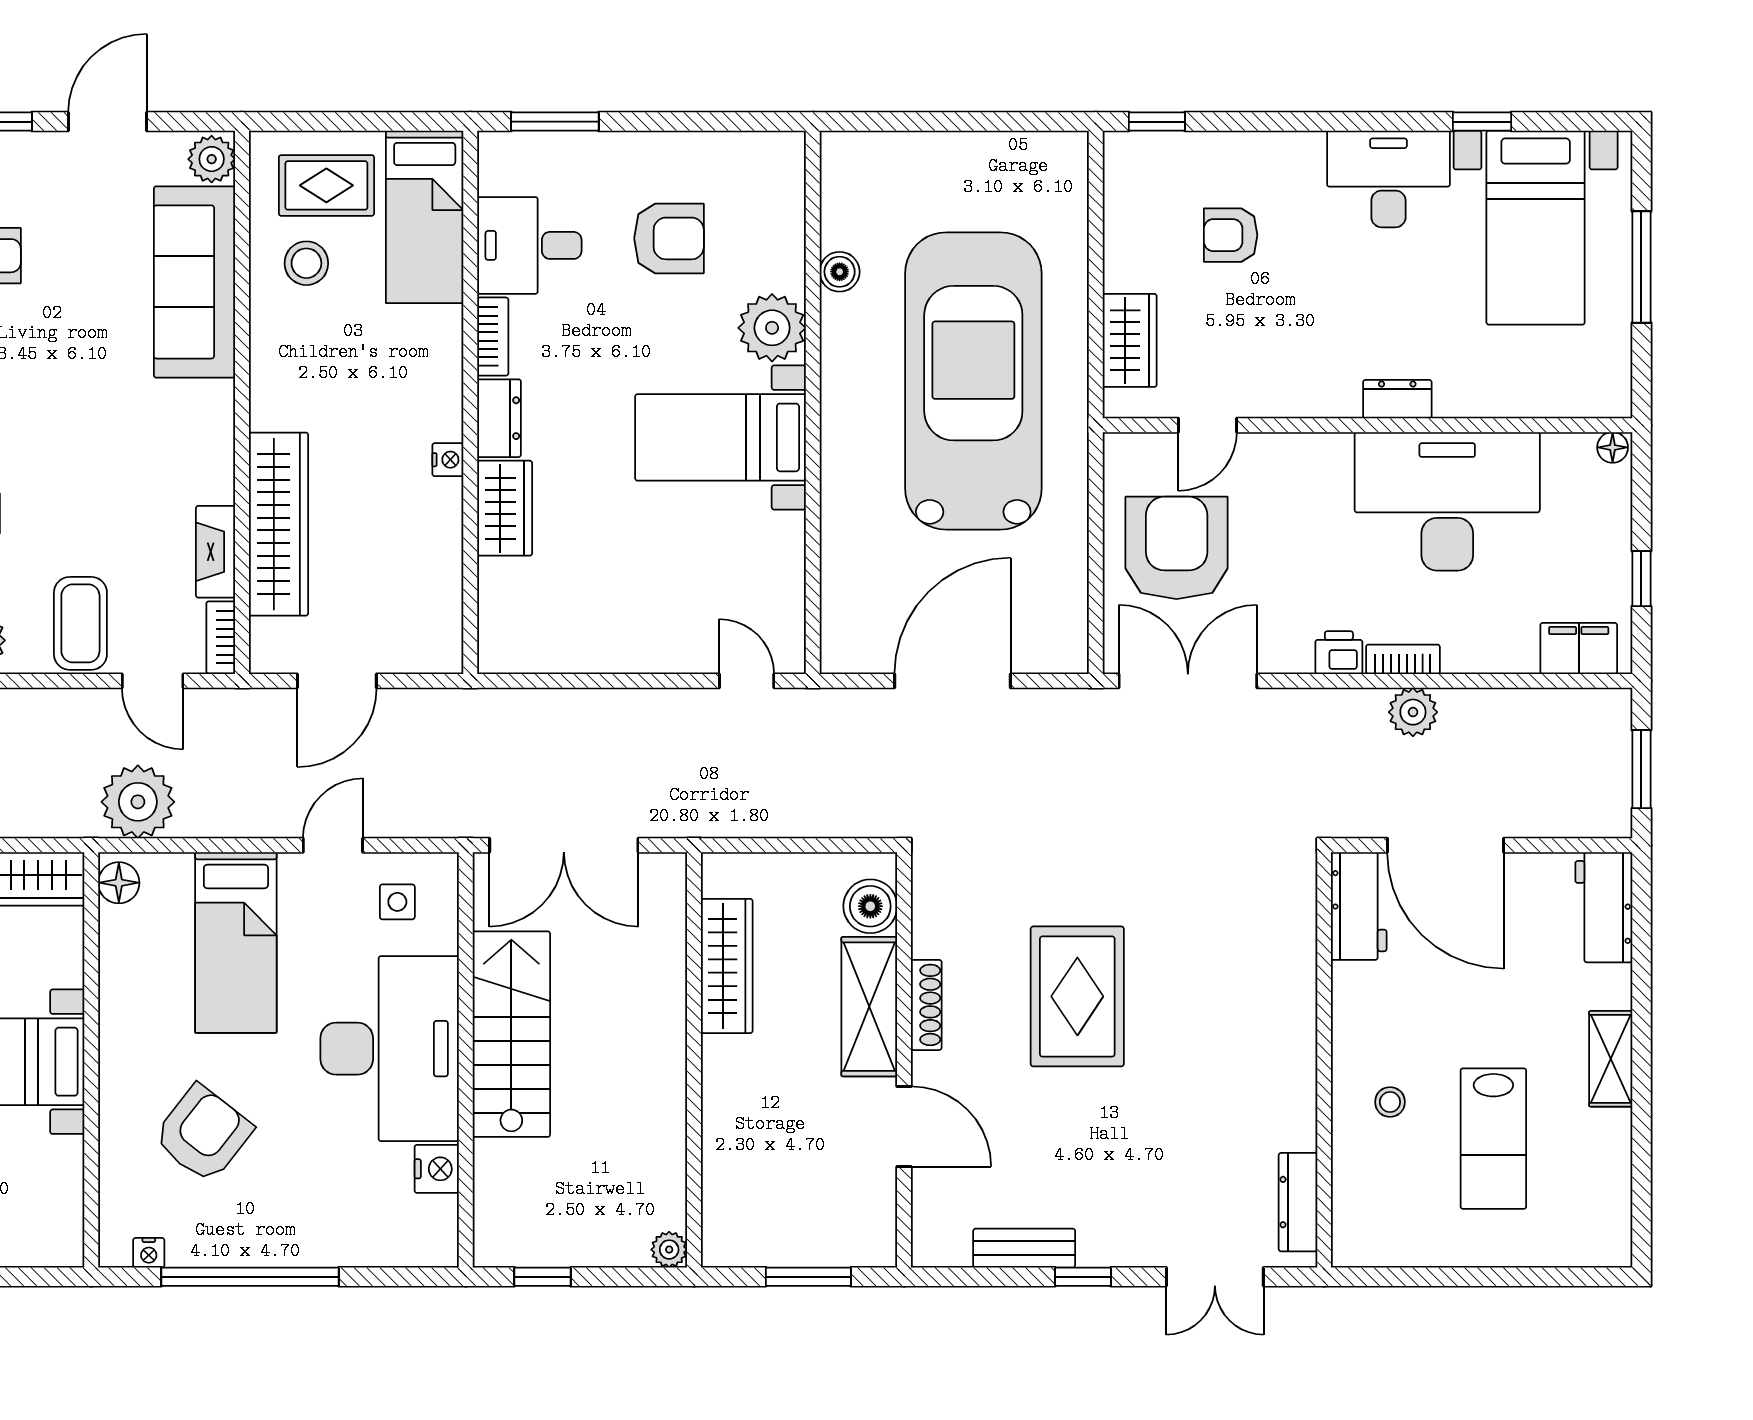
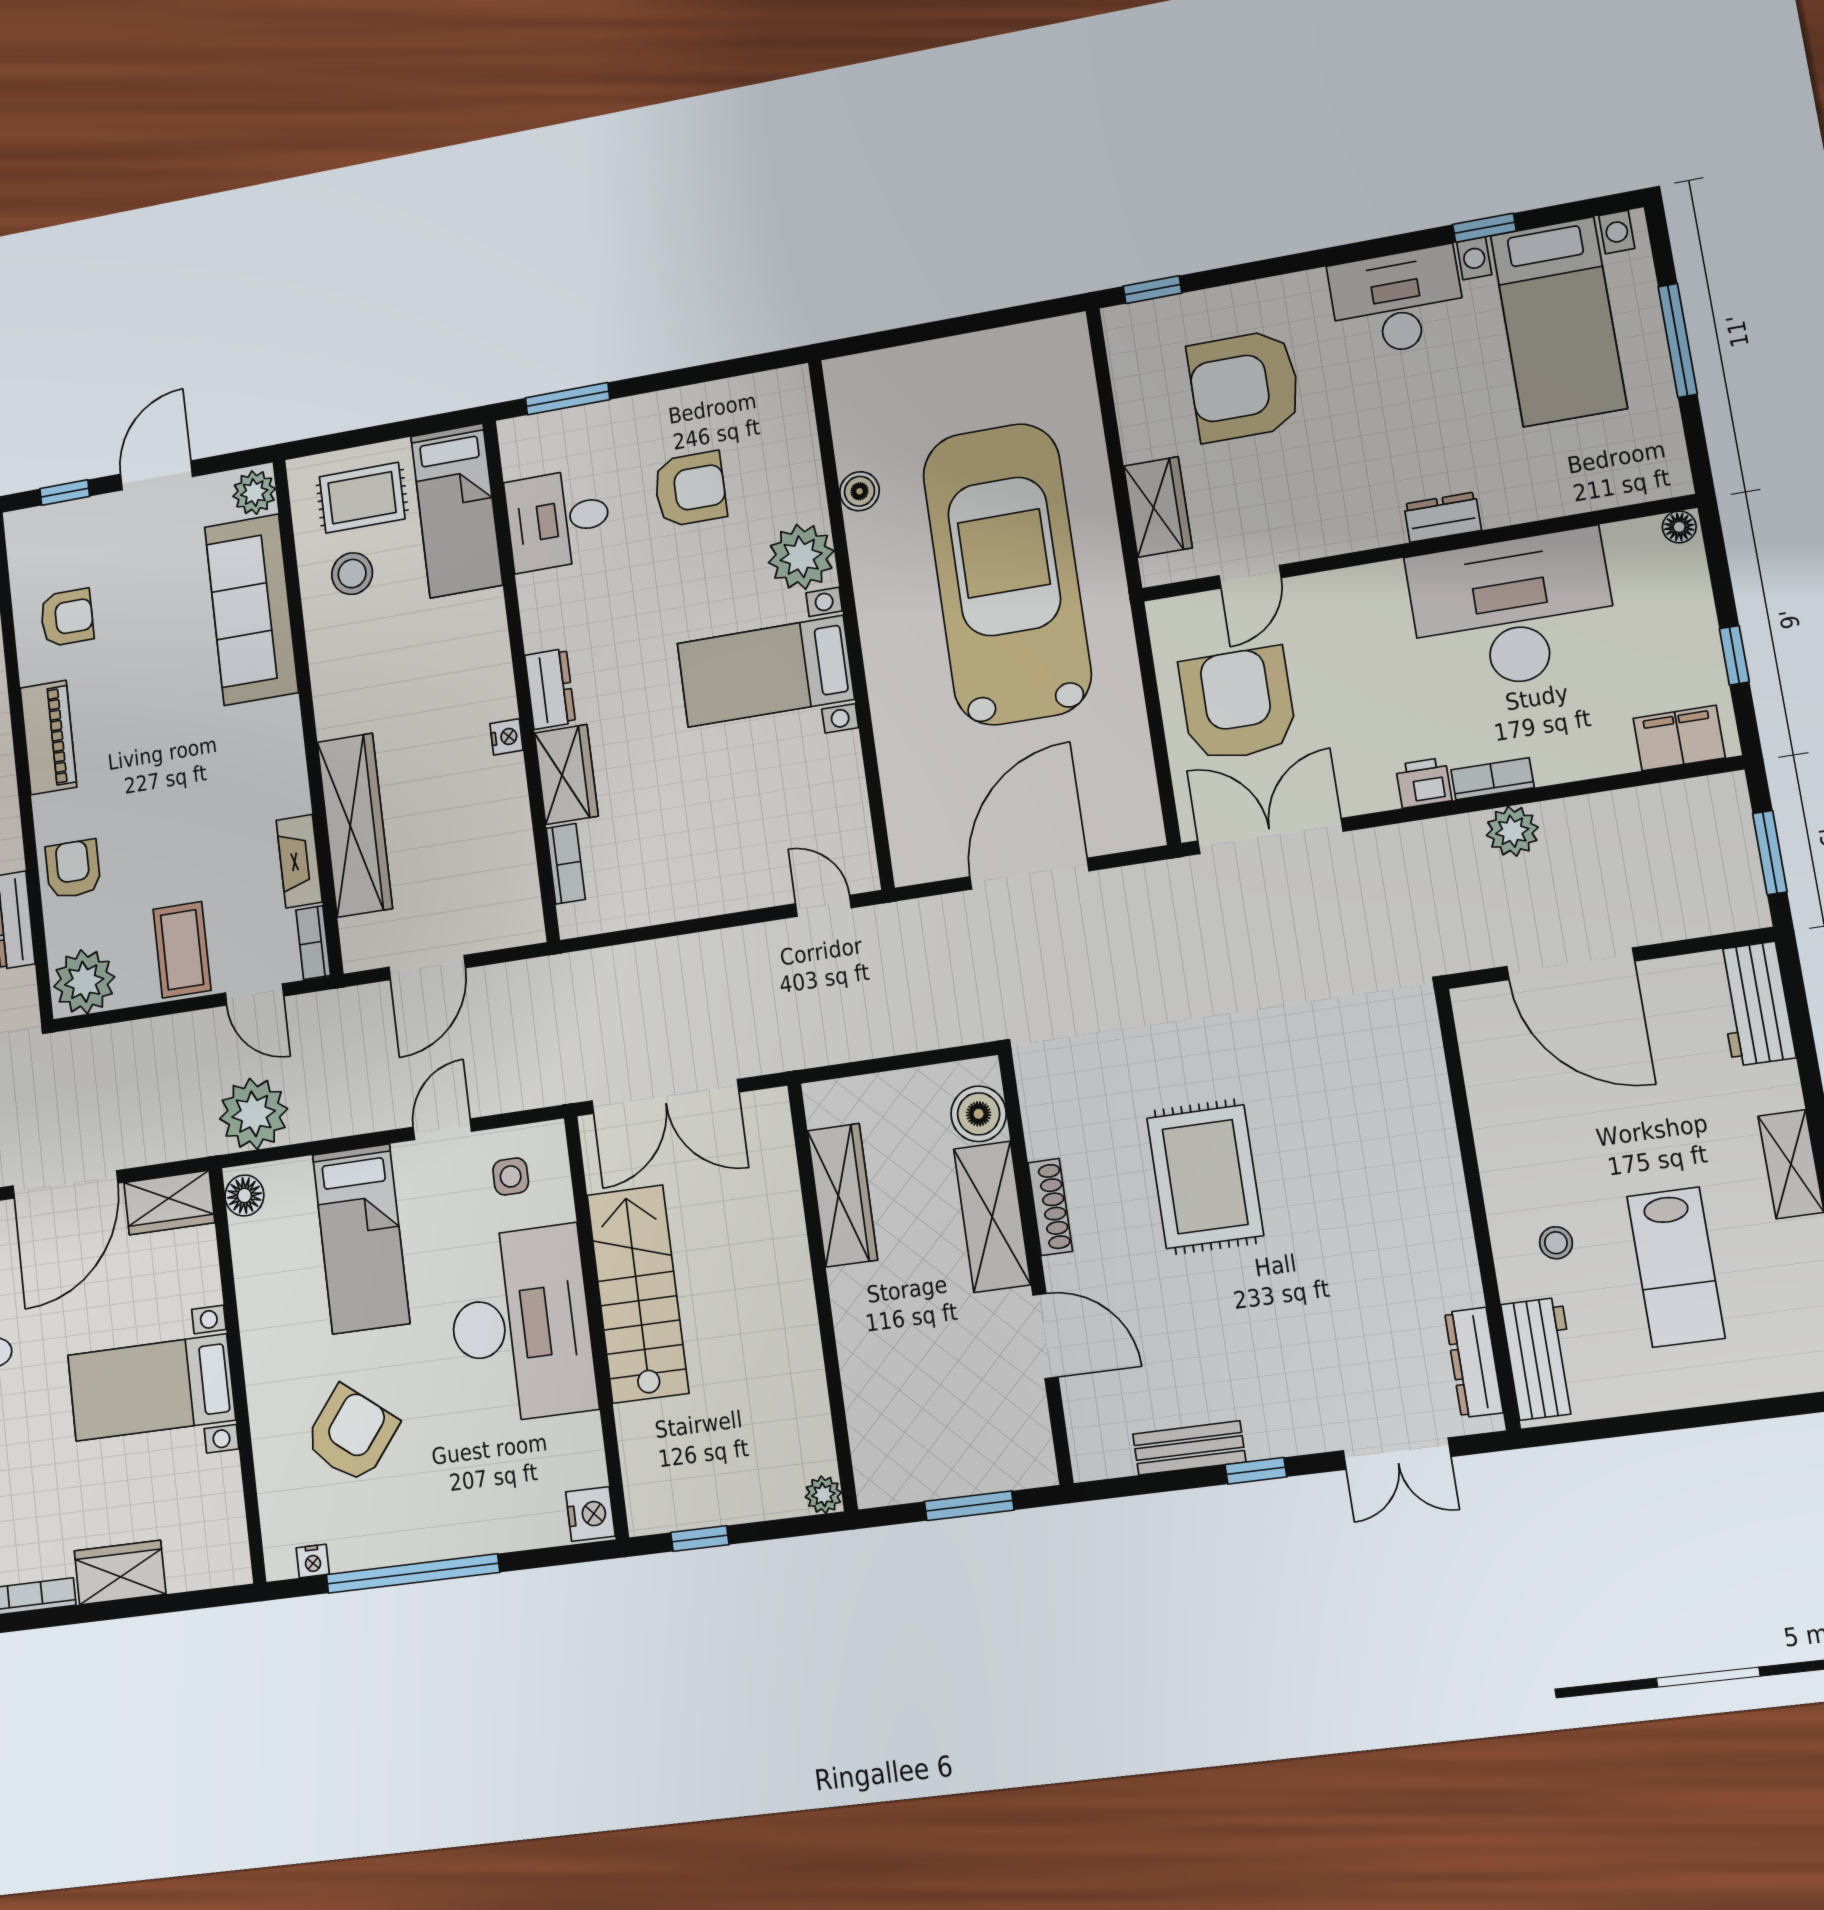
armchair: (1231, 235) -> (1244, 386), width x1.88, depth x1.88
bookcase: (493, 337) -> (566, 864), moved
workbench: (1359, 906) -> (1541, 1359), moved
nightstand: (437, 1169) -> (590, 1514), moved

